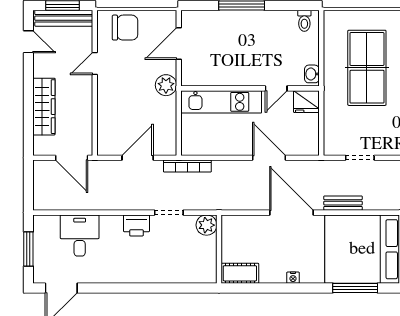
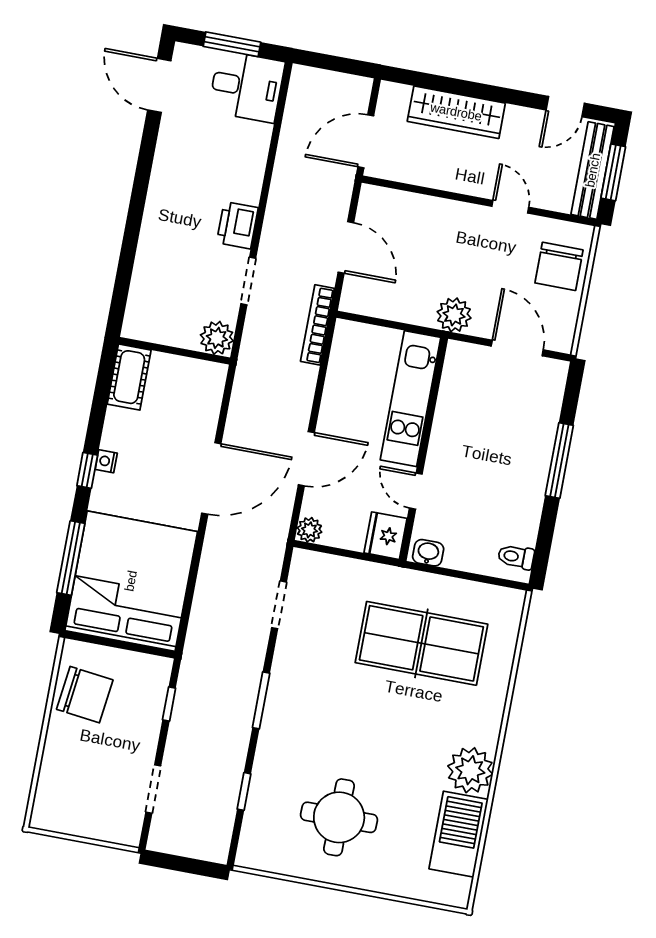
plant: (311, 148) -> (309, 530), added
bench: (343, 203) -> (211, 564), removed
desk: (80, 235) -> (247, 87), moved
window: (301, 288) -> (87, 470), added

